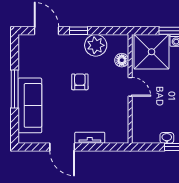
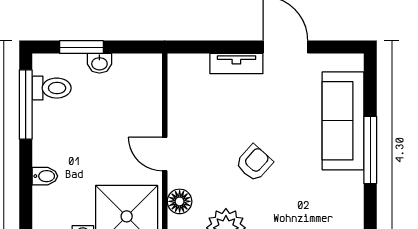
armchair: (80, 82) -> (254, 163), turned -138

